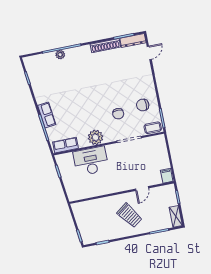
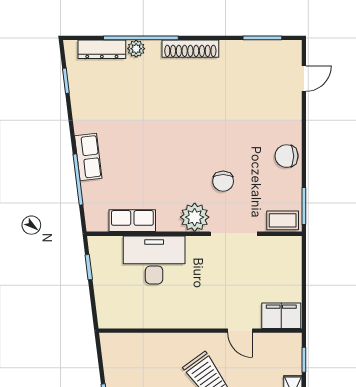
dresser: (133, 40) -> (102, 49), moved
shoe rack: (105, 46) -> (190, 49), moved
chair: (143, 105) -> (287, 156), moved
plant: (95, 137) -> (195, 217), moved
row of seats: (66, 145) -> (132, 221), moved
filing cabinet: (167, 176) -> (281, 316), width x2.00
door: (142, 189) -> (240, 331), hinge flipped

